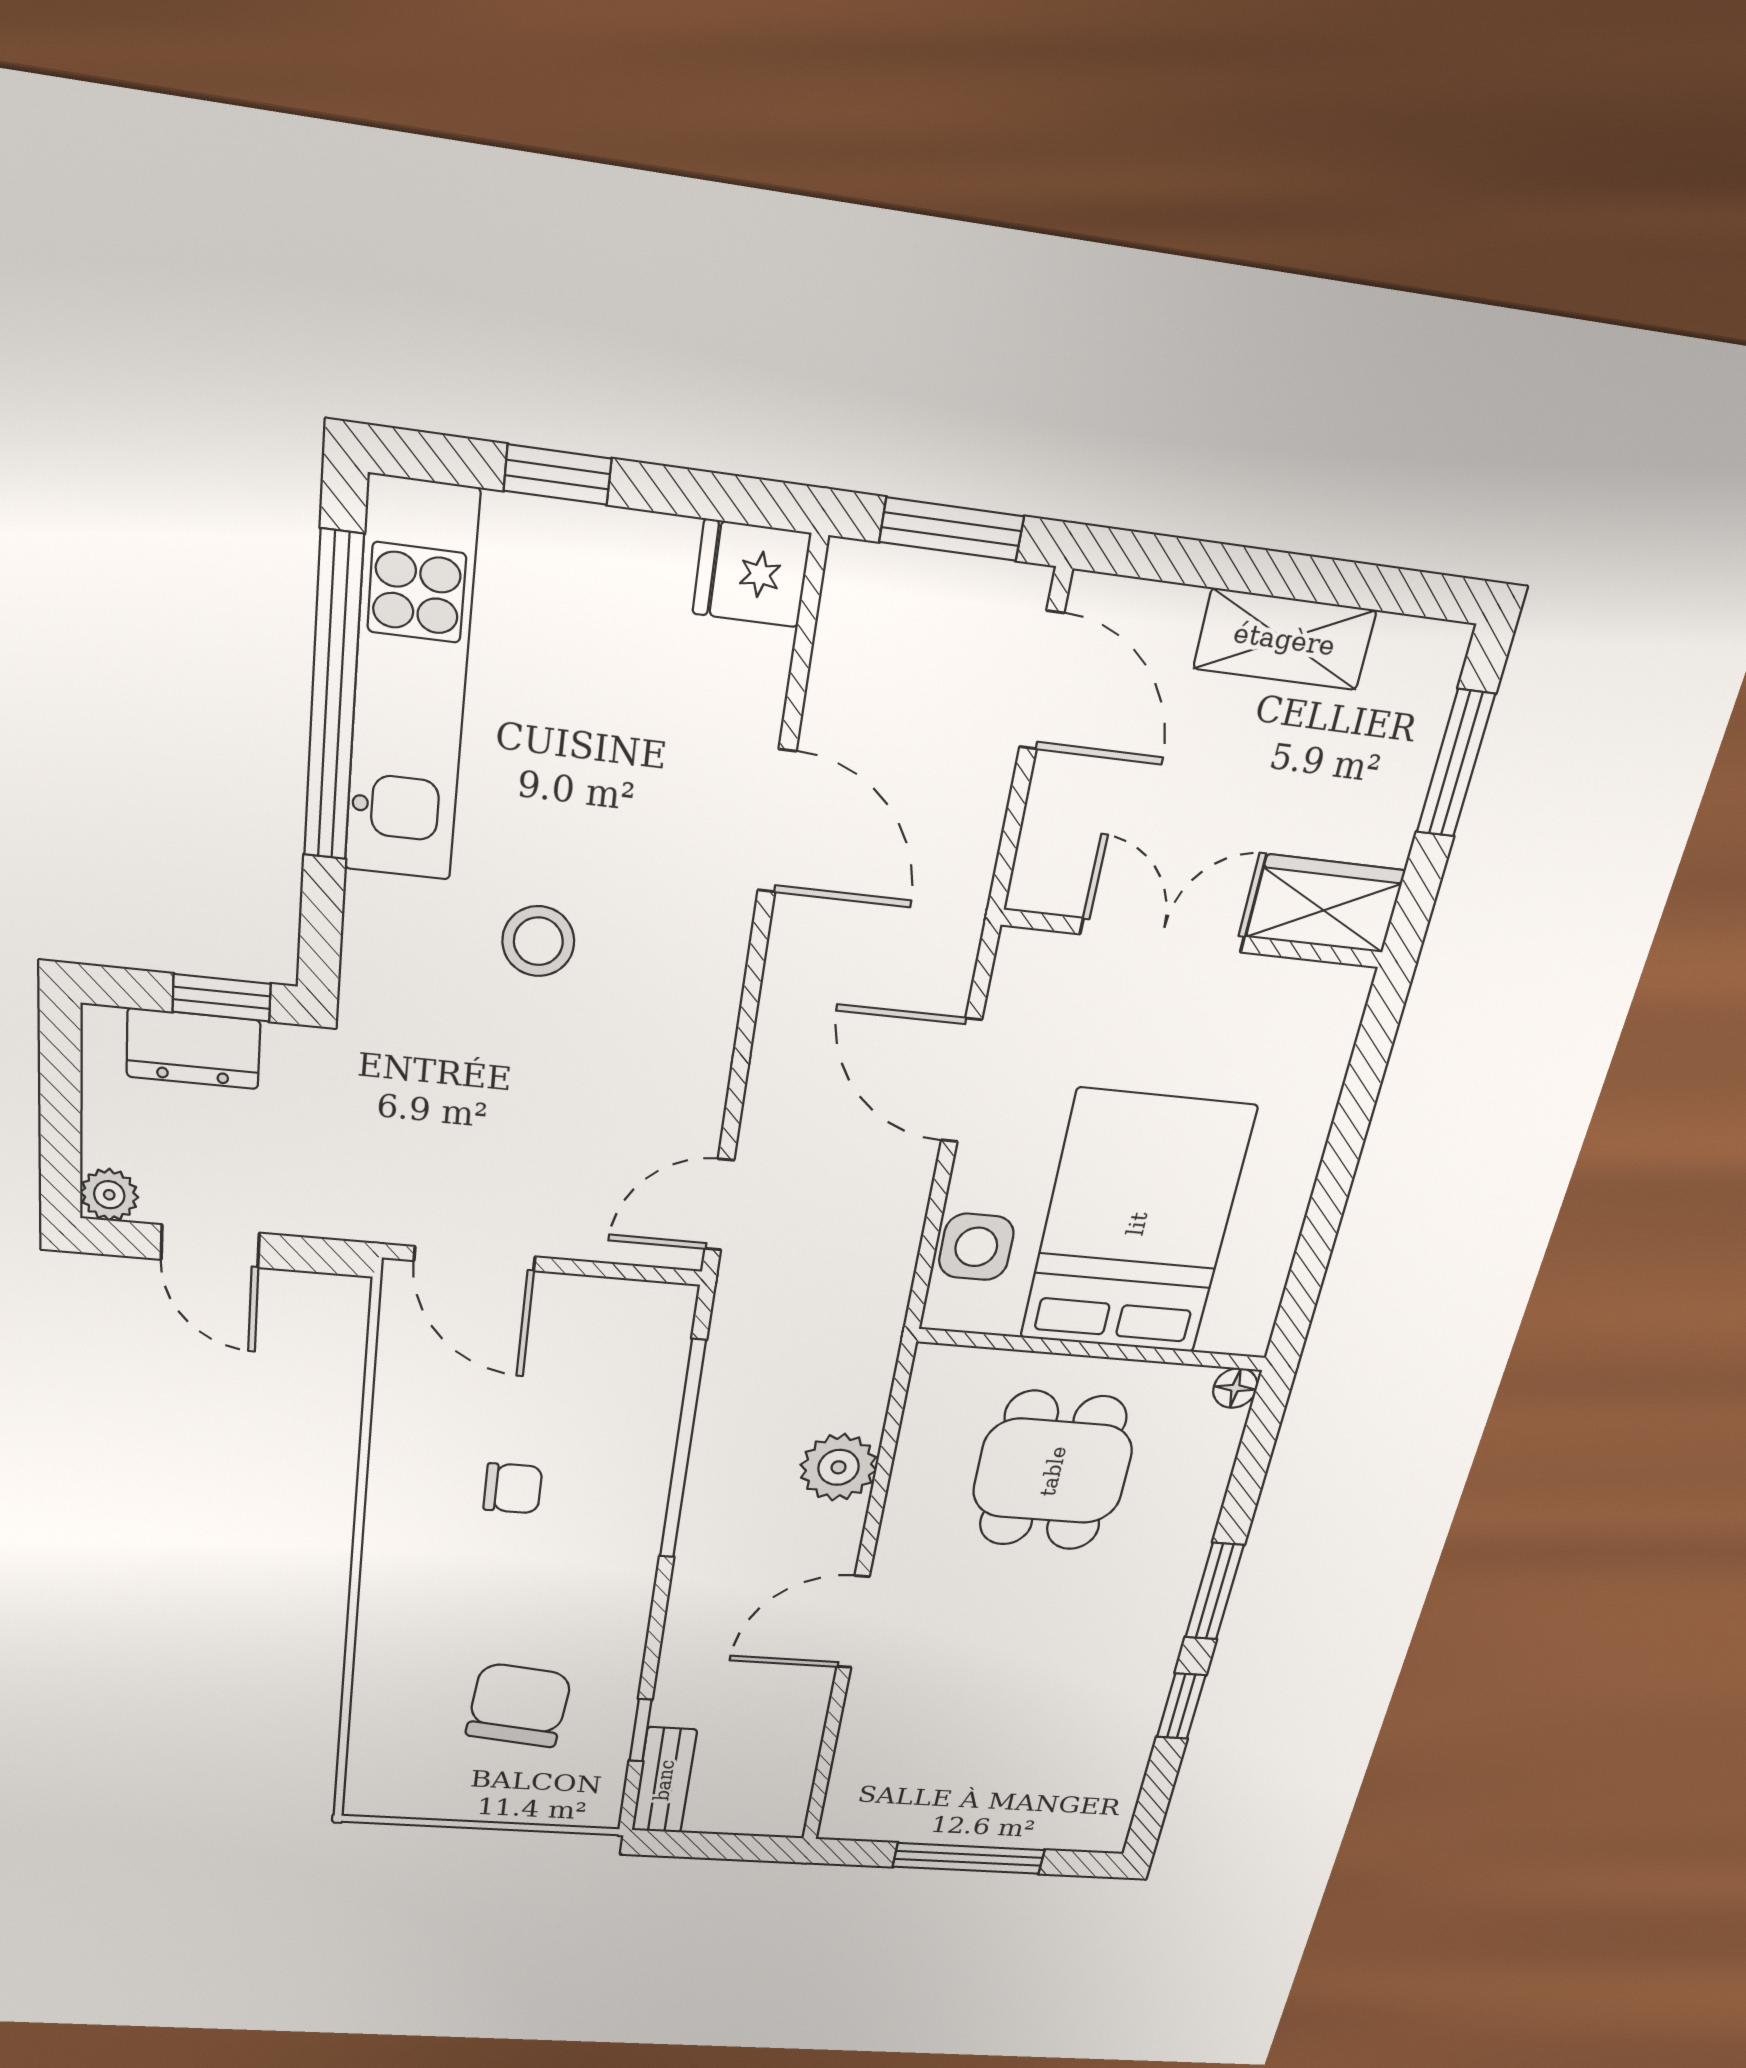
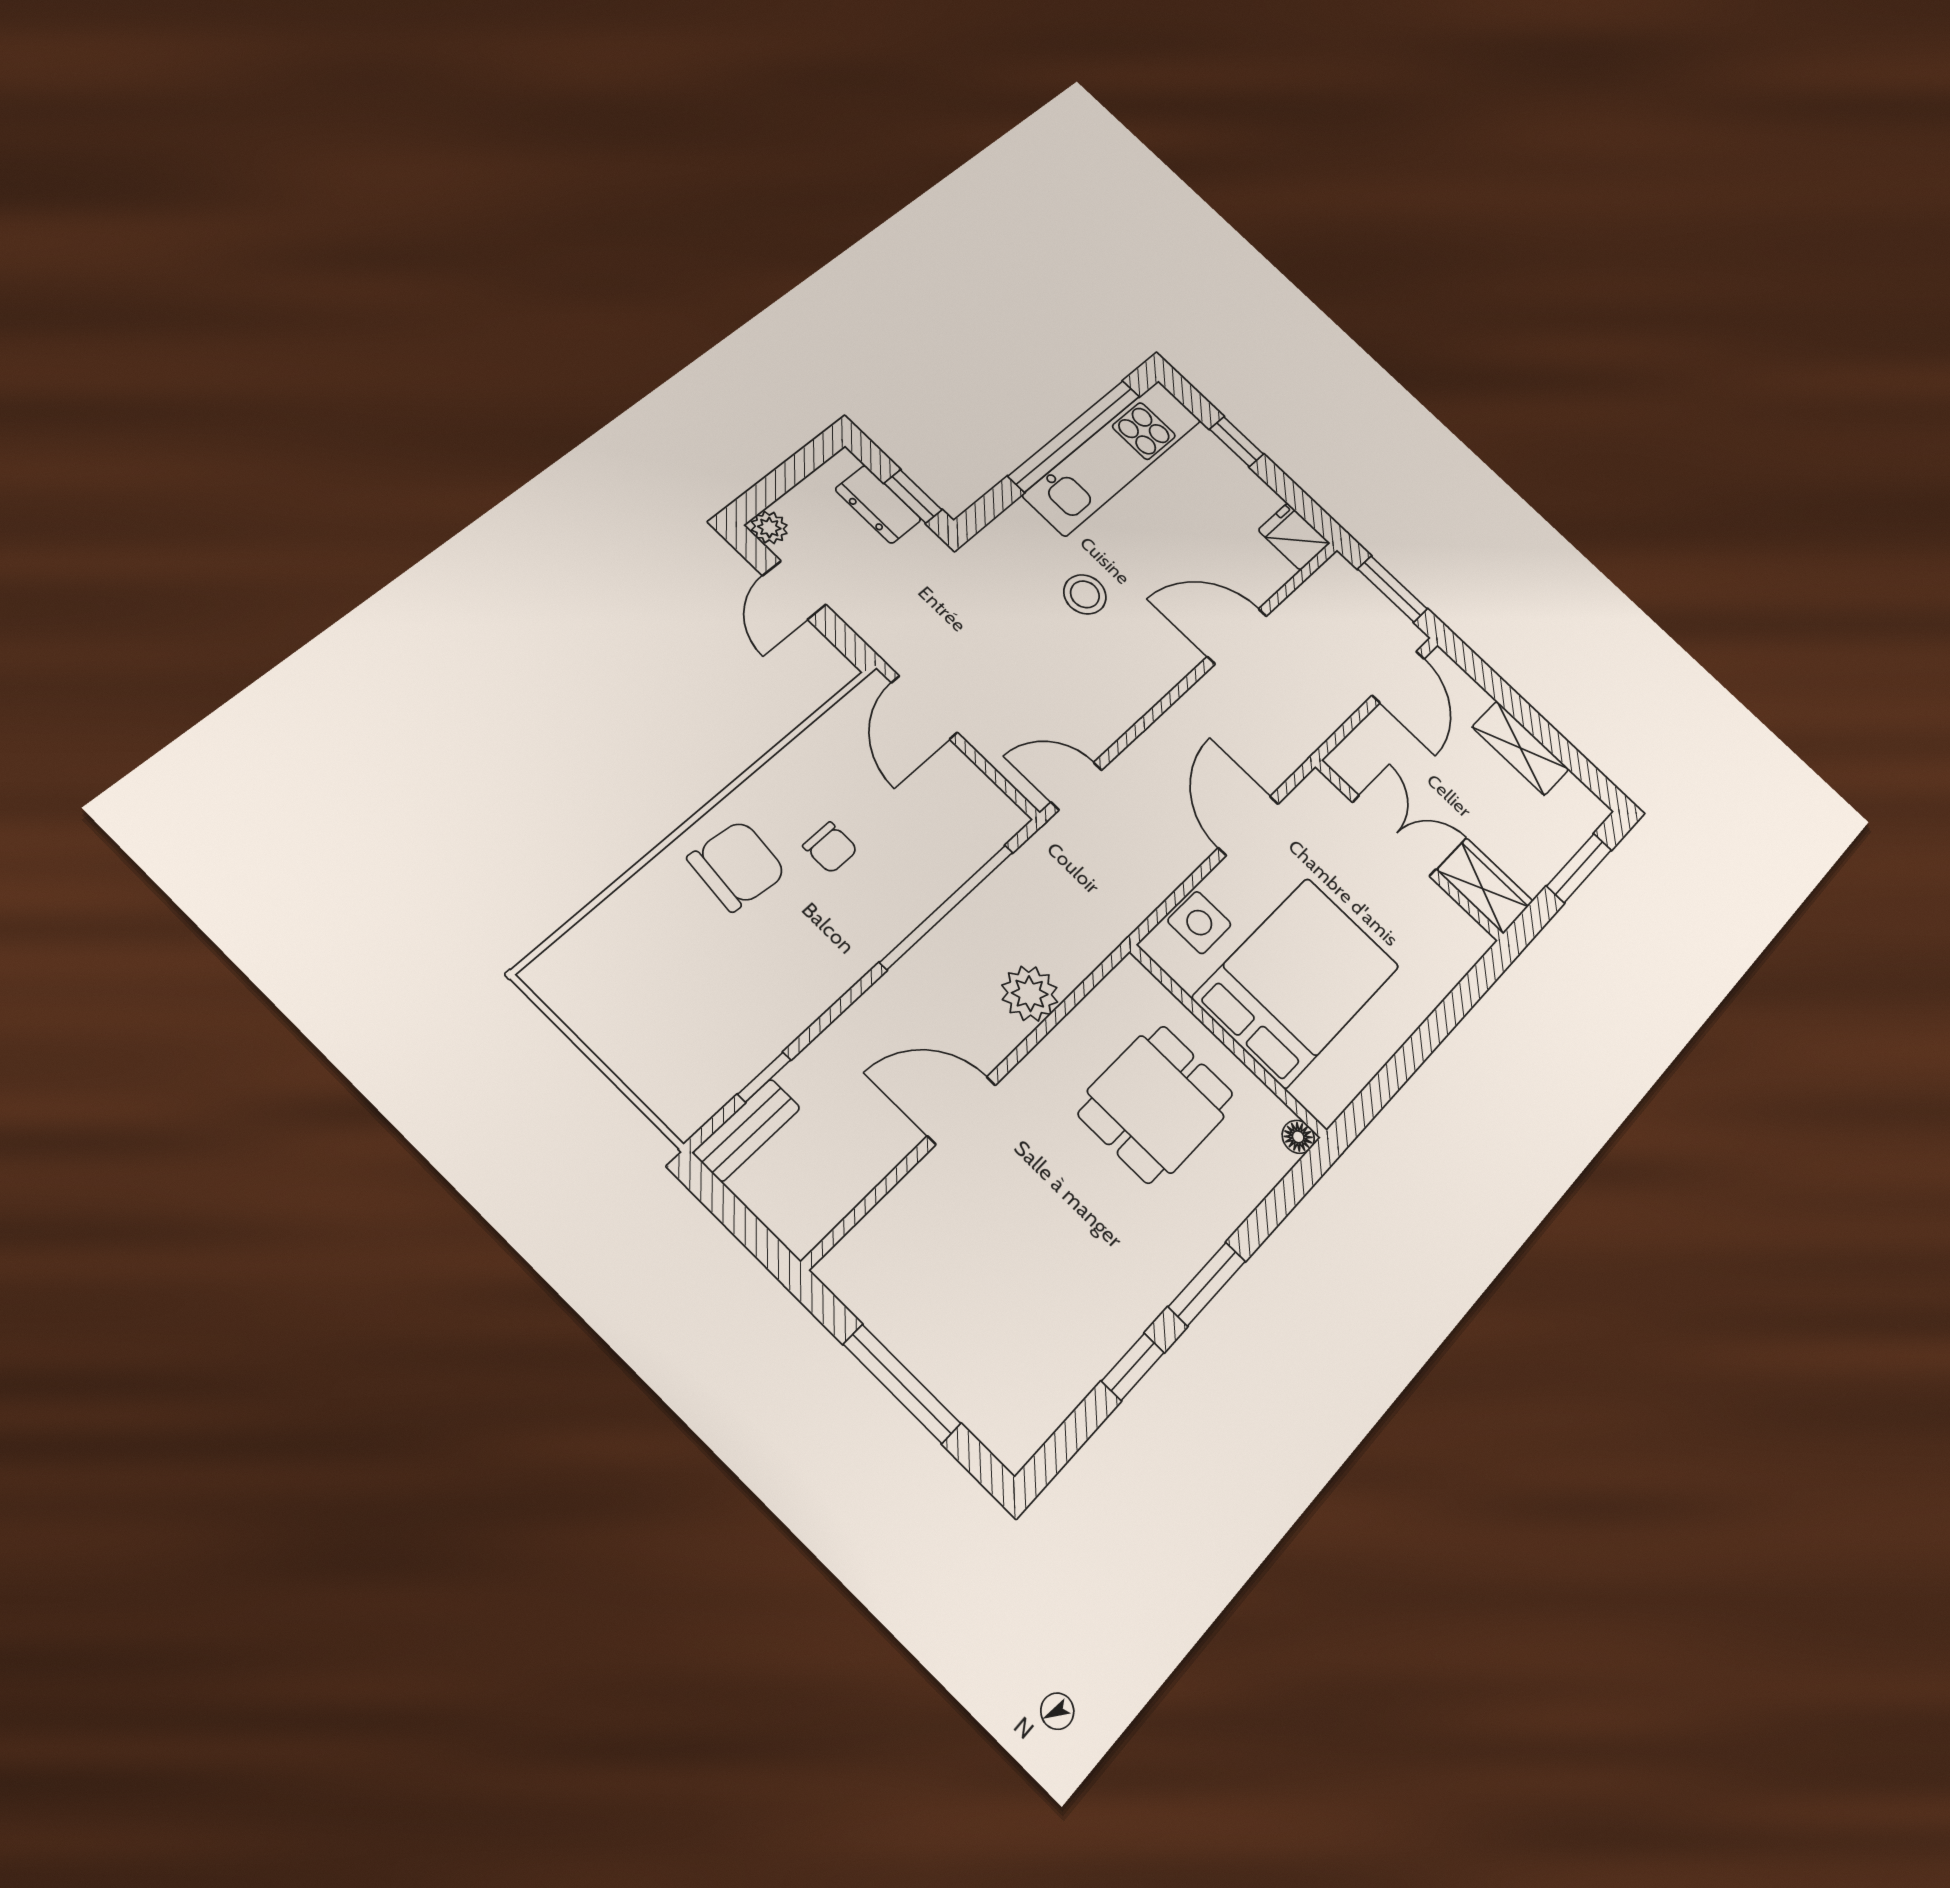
door: (777, 821) -> (1237, 636), swing flipped
chair: (519, 1705) -> (737, 866), moved

